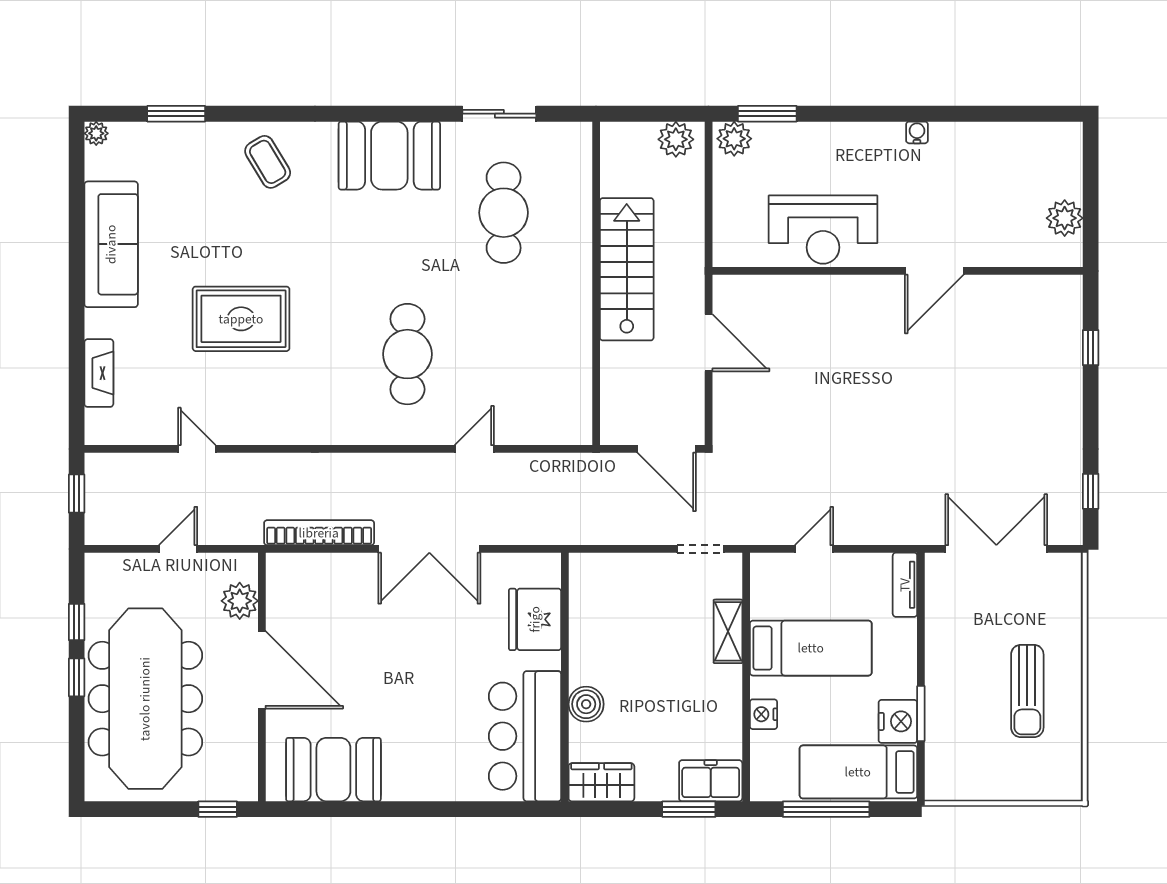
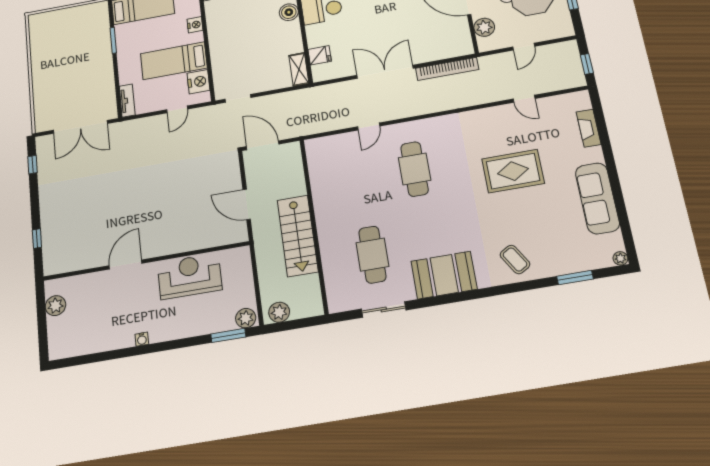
fridge: (535, 619) -> (320, 55), width x0.53, depth x0.75
shelving: (728, 631) -> (299, 69), moved
sun lounger: (1027, 691) -> (59, 61), removed
nightstand: (898, 721) -> (198, 82), moved, turned 180

